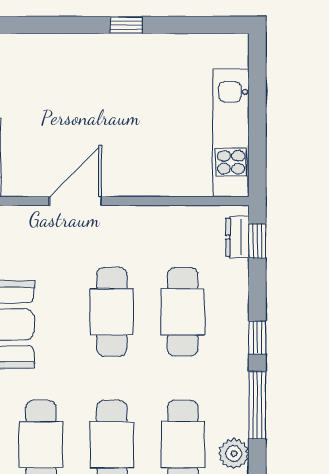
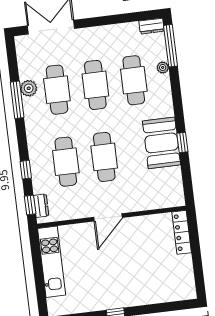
door: (76, 201) -> (108, 217), moved
window: (257, 337) -> (26, 170), moved
window: (257, 405) -> (17, 100), moved

